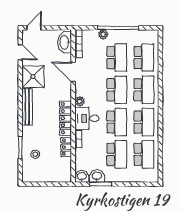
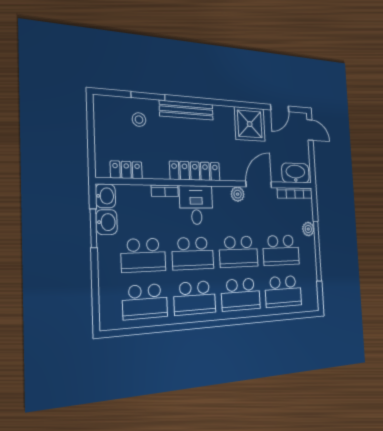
plant: (80, 101) -> (238, 194), moved
bench: (27, 107) -> (187, 110), moved
locker: (66, 147) -> (126, 170), moved

